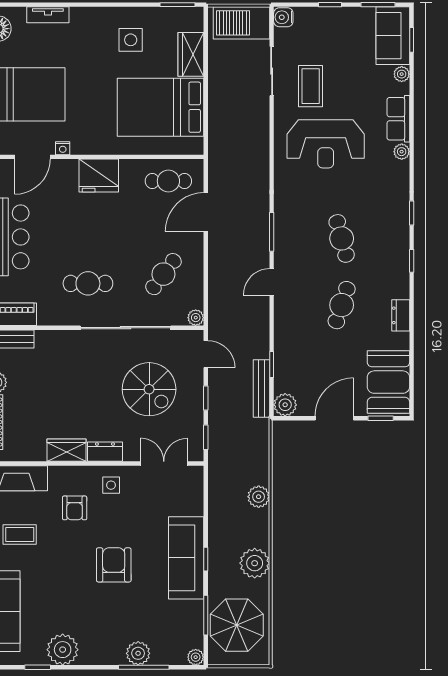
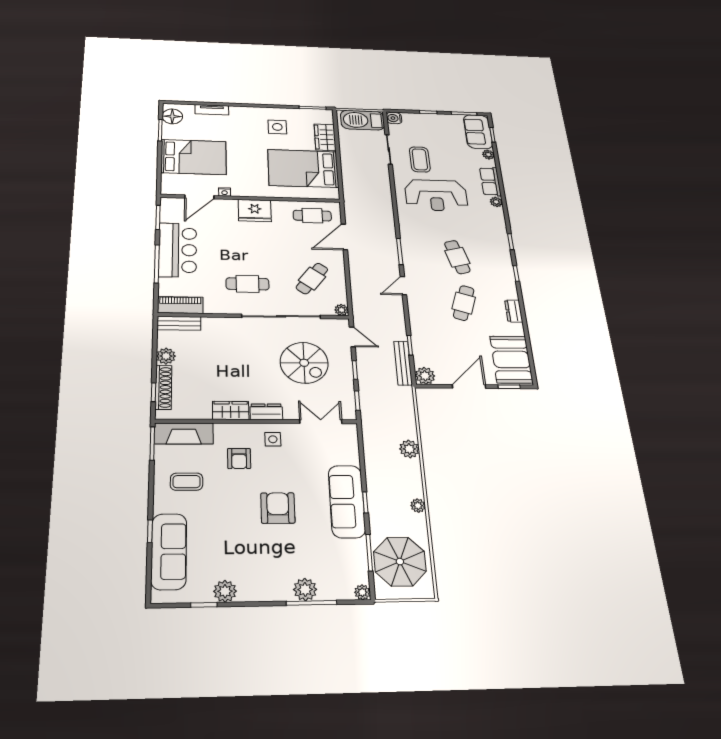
plant: (255, 563) -> (418, 506), width x0.53, depth x0.53
plant: (63, 650) -> (225, 591), width x0.73, depth x0.73

